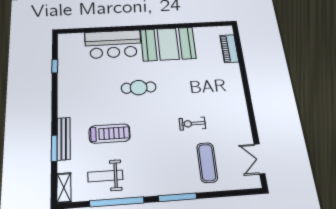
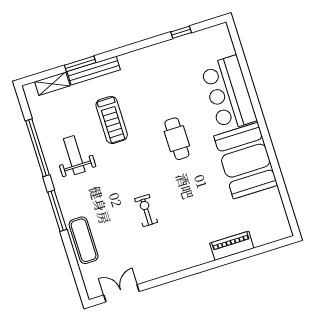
piano: (229, 49) -> (232, 246), moved
exercise mat: (207, 163) -> (84, 240), moved, turned 90
weight bench: (105, 176) -> (74, 155), moved
shelving: (64, 188) -> (52, 84), moved

